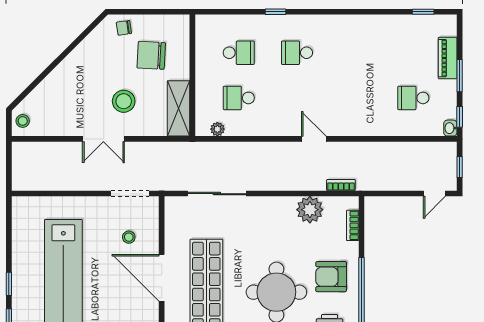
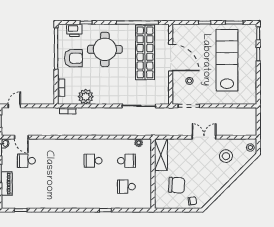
school desk: (297, 53) -> (93, 161), moved, turned 180
school desk: (413, 98) -> (26, 161), turned 180
stool: (124, 101) -> (226, 156), moved
door: (314, 139) -> (21, 137), moved

